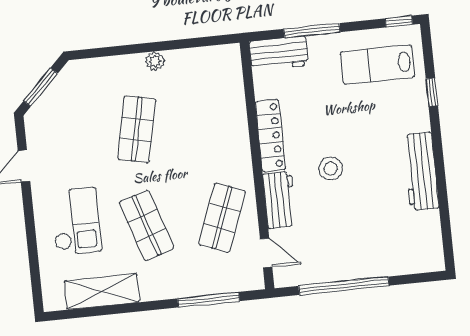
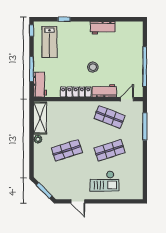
shop shelf: (137, 129) -> (67, 150), turned -30
workbench: (421, 171) -> (103, 28), width x0.73
checkout: (76, 221) -> (104, 181), turned 180
shelving: (102, 291) -> (40, 118), moved

